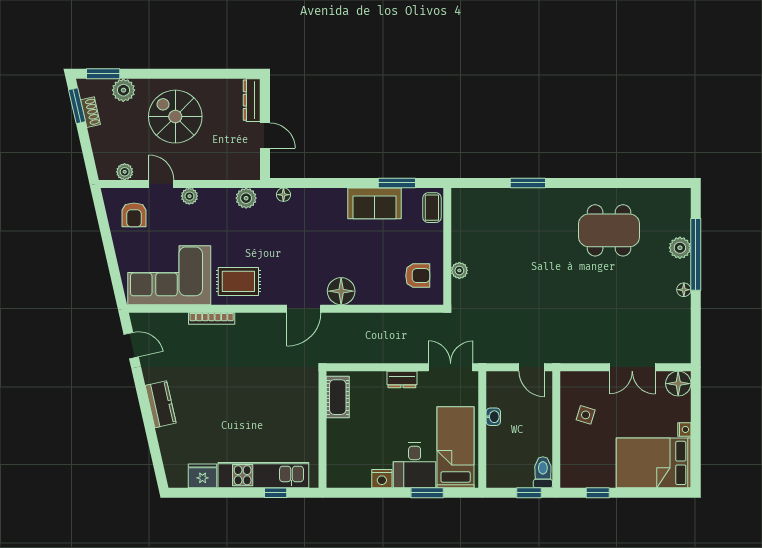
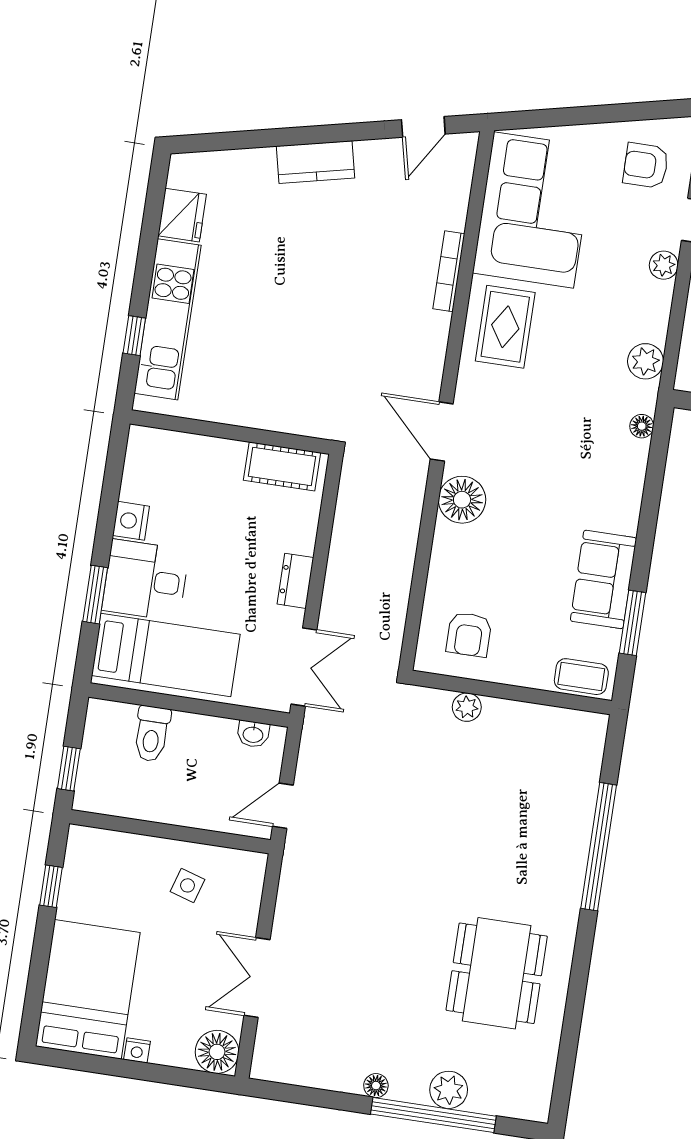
window: (528, 183) -> (599, 847), width x2.11
washbasin: (493, 417) -> (253, 734), moved
toilet: (543, 472) -> (152, 734), moved, turned 90

